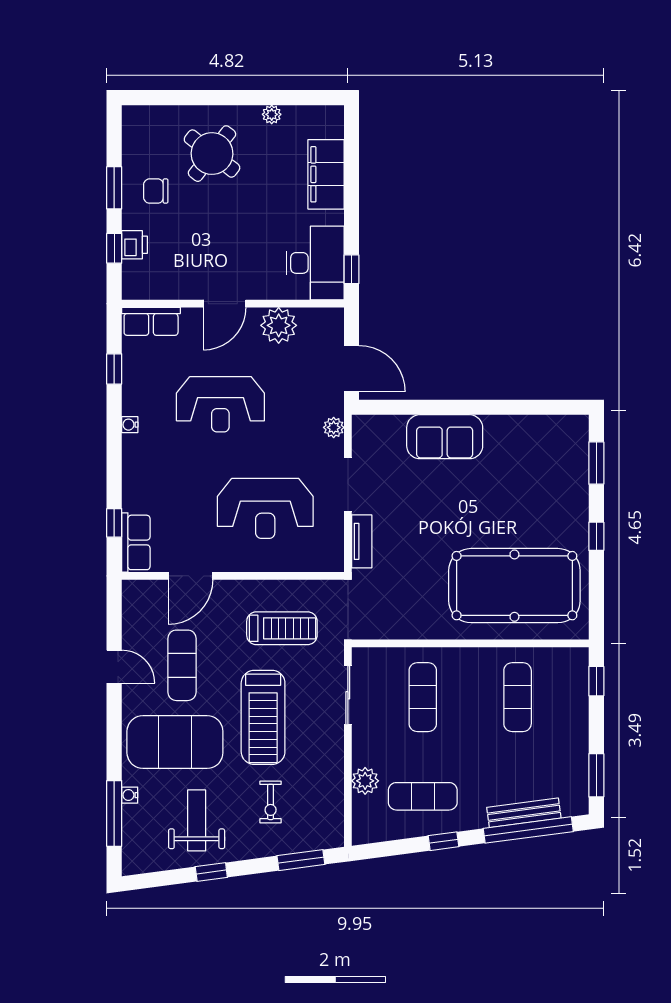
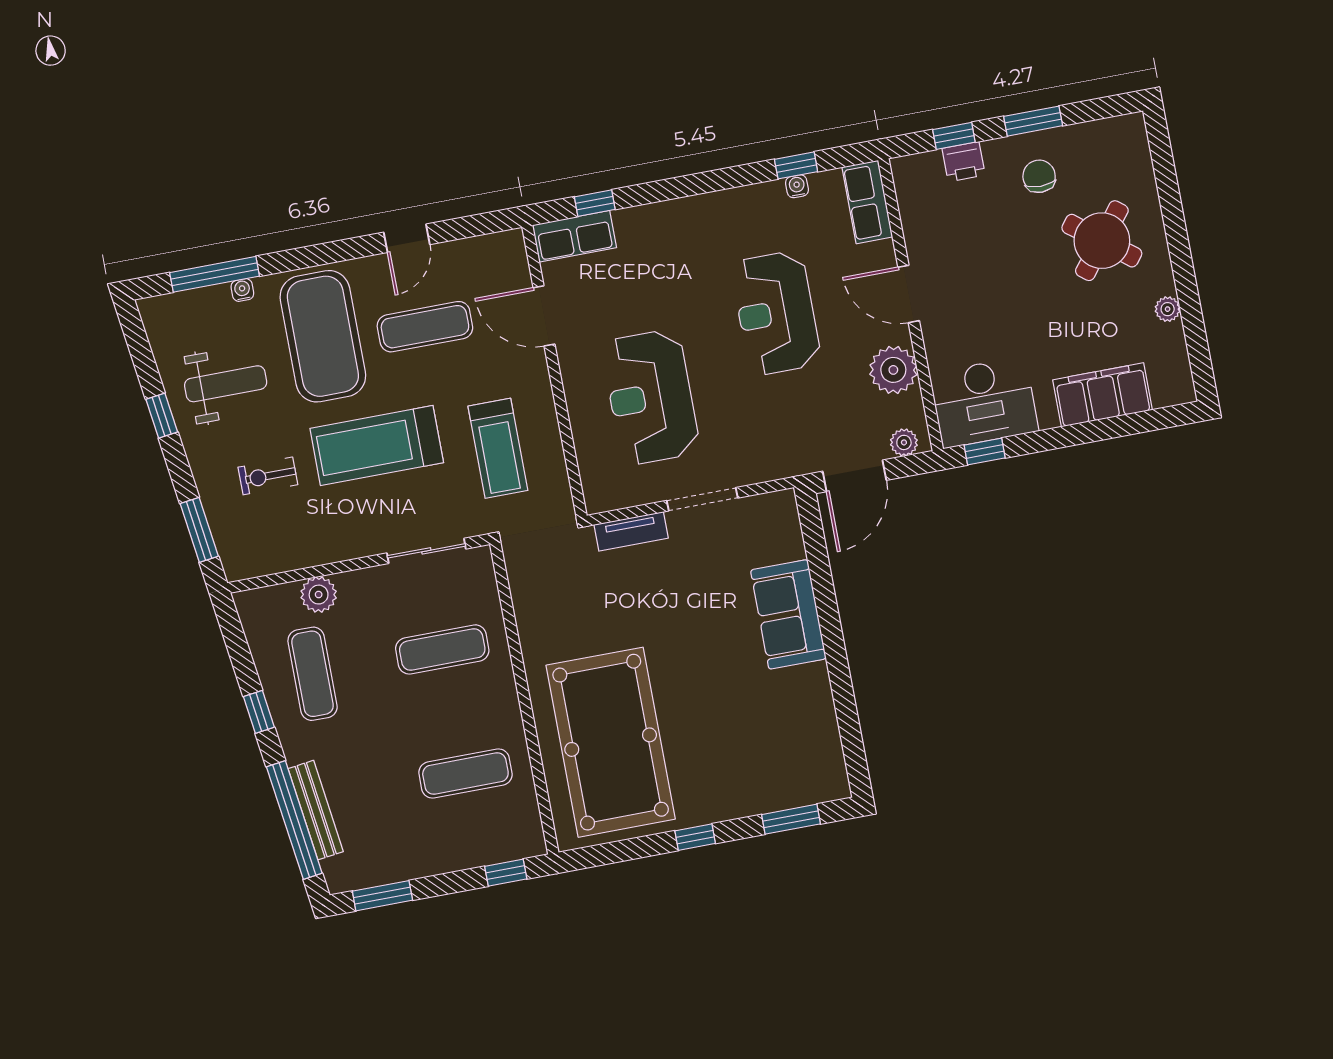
water cooler: (130, 425) -> (797, 186), moved
plant: (334, 427) -> (904, 442), moved

